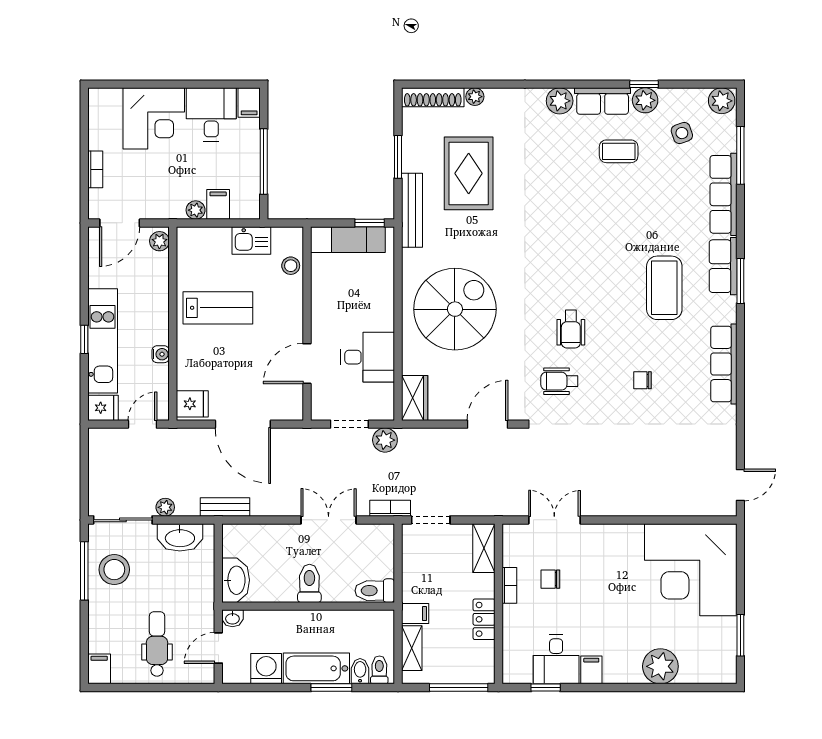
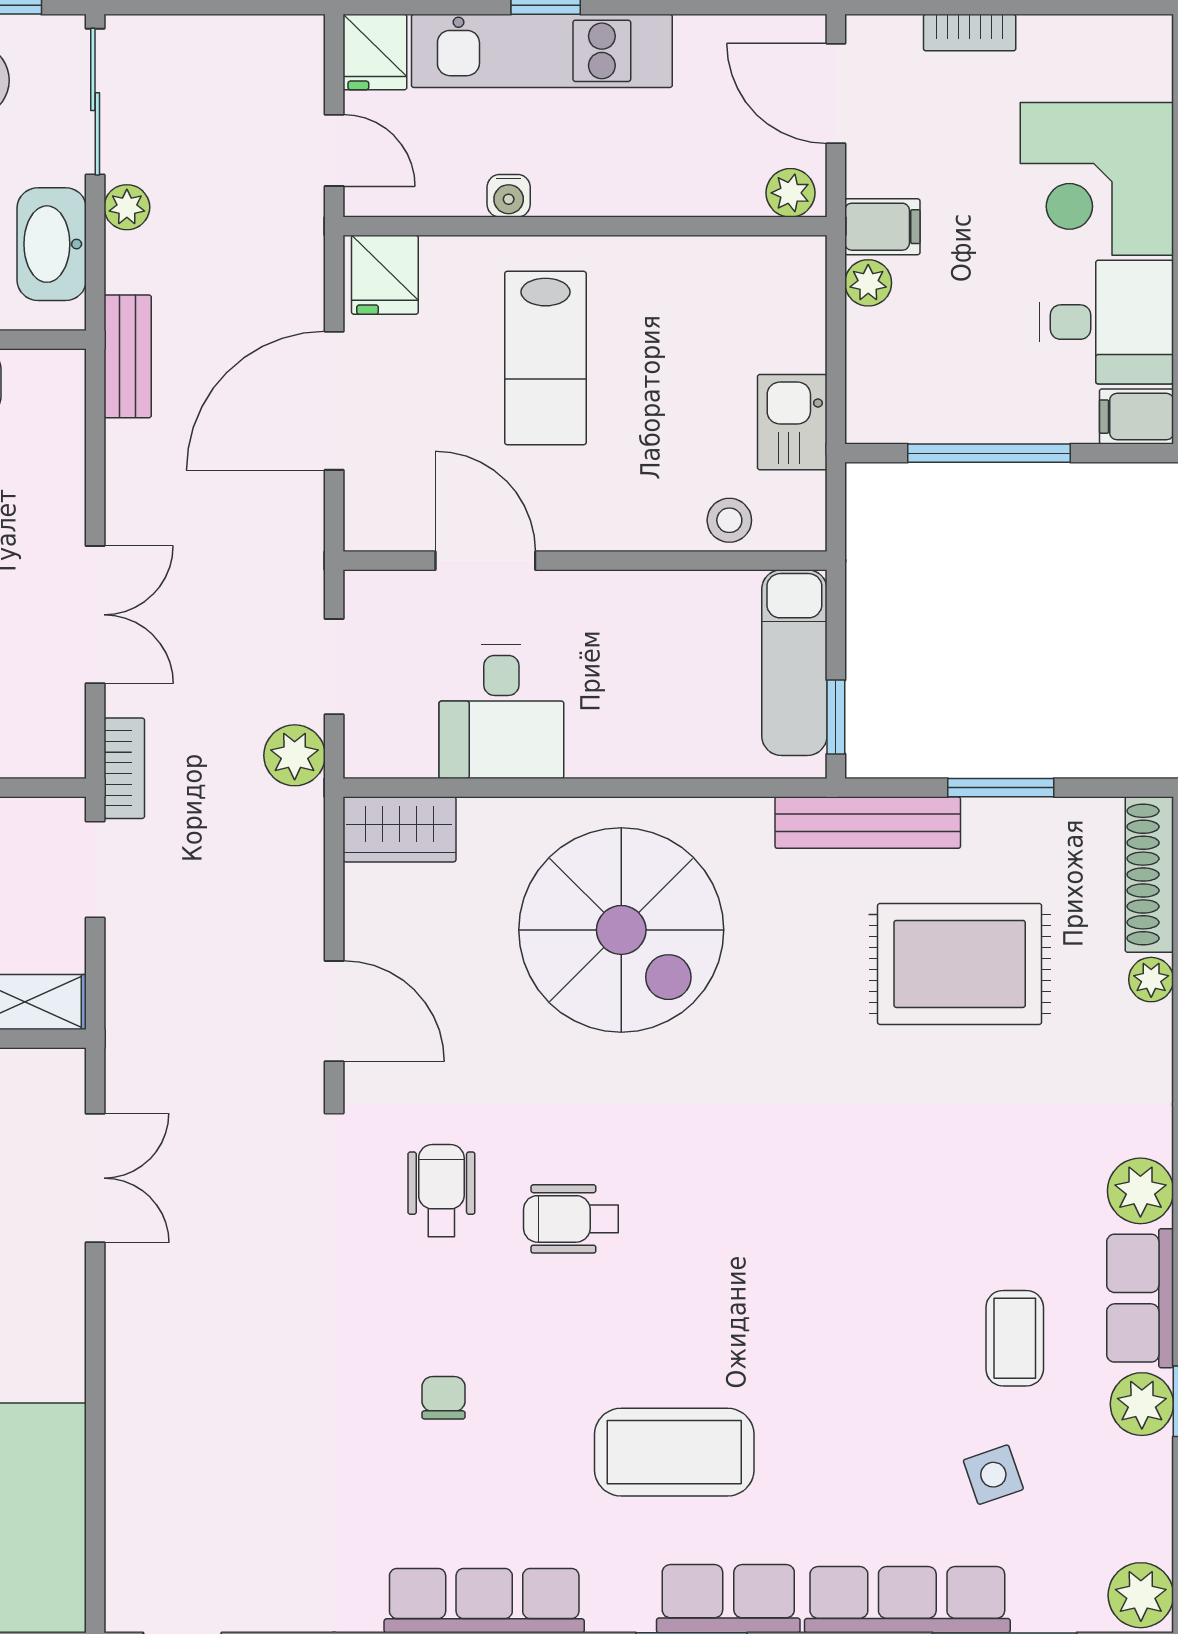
side table: (682, 133) -> (993, 1475), moved
filing cabinet: (218, 204) -> (882, 227), moved
lab bench: (218, 308) -> (545, 358), moved

